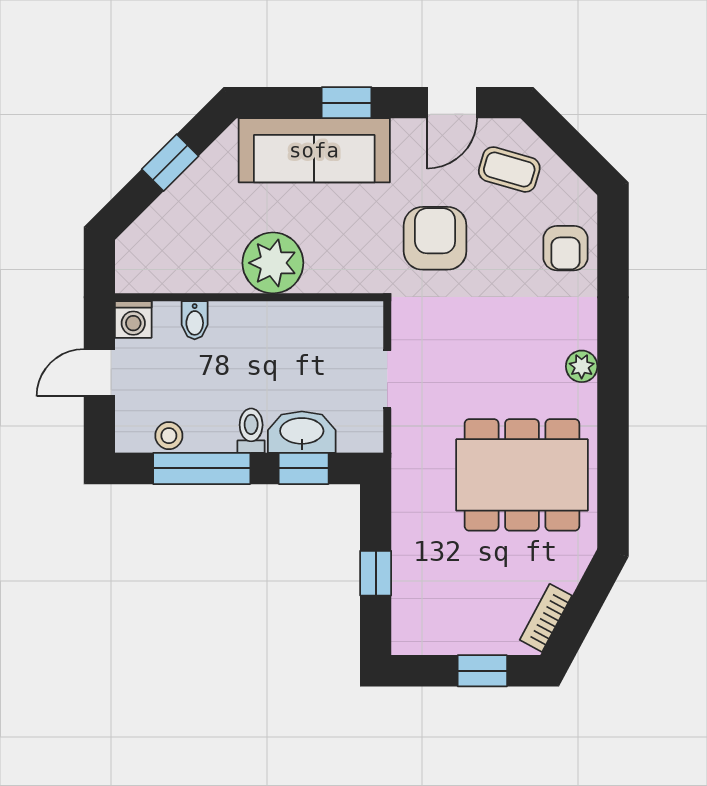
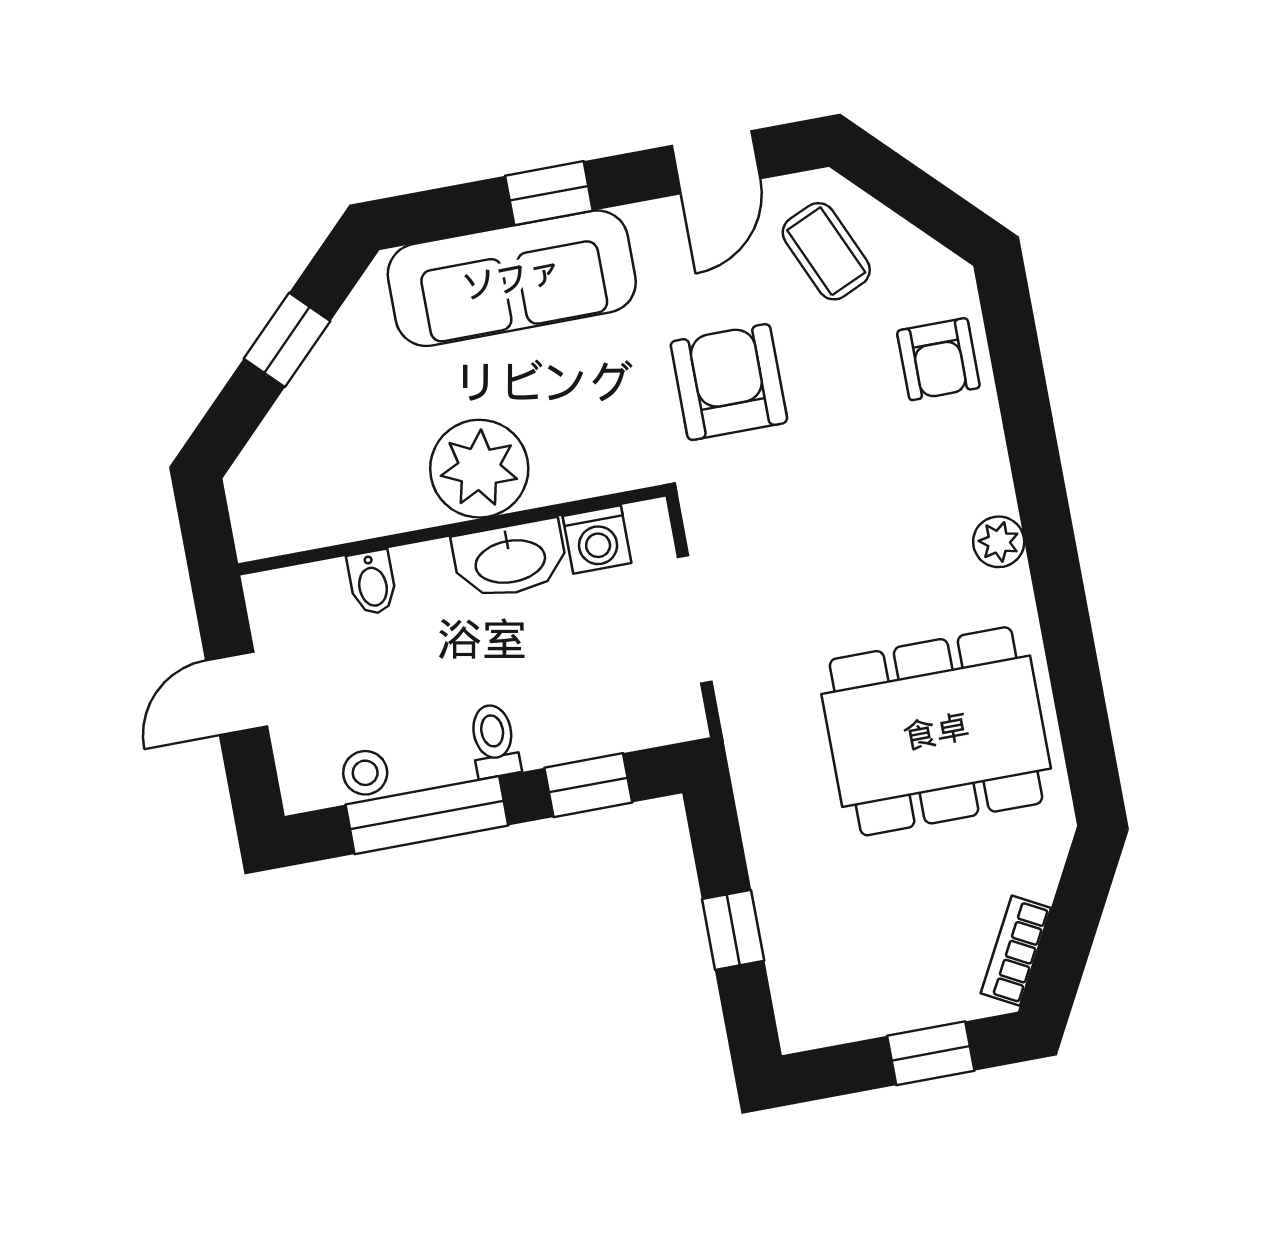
coffee table: (509, 169) -> (826, 251), turned 50
washing machine: (133, 319) -> (597, 539), moved
doorway: (387, 379) -> (695, 619), width x1.38
washbasin: (302, 432) -> (510, 560), moved, turned 180

